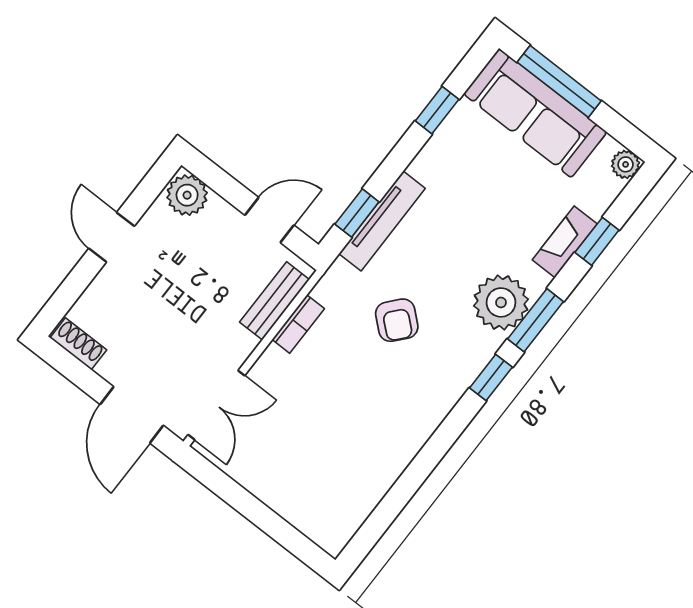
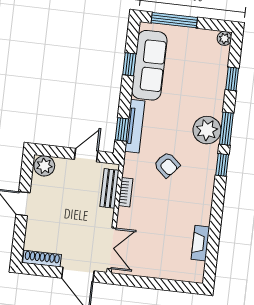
sofa: (535, 113) -> (149, 65), moved, turned -90
fireplace: (565, 242) -> (200, 243), moved
shoe rack: (78, 344) -> (42, 259), width x1.43

